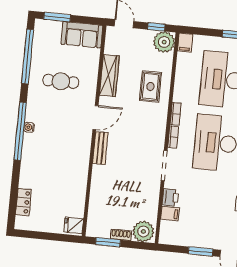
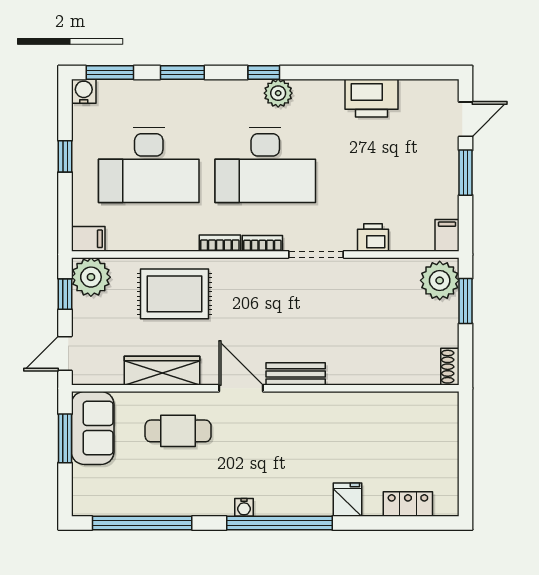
window: (57, 17) -> (65, 438), moved
cafe table: (61, 81) -> (178, 431), moved, turned 90
rug: (150, 86) -> (174, 294), width x1.36, depth x1.43
water cooler: (29, 127) -> (244, 507), moved
filing cabinet: (170, 214) -> (447, 235), moved
fridge: (74, 225) -> (347, 500), moved, turned 180
shoe rack: (121, 235) -> (450, 367), moved
window: (108, 242) -> (466, 301), moved

